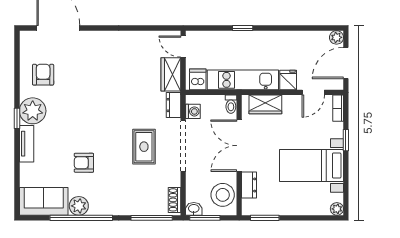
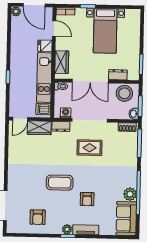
armchair: (43, 75) -> (38, 217), turned -90
coffee table: (93, 105) -> (60, 183), added
plant: (33, 111) -> (67, 229), width x0.53, depth x0.53
armchair: (84, 163) -> (87, 199), moved
plant: (337, 209) -> (136, 14), removed

